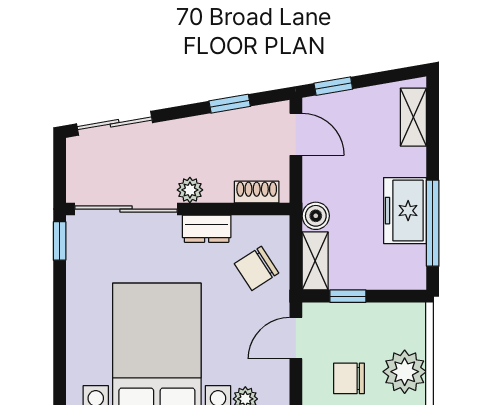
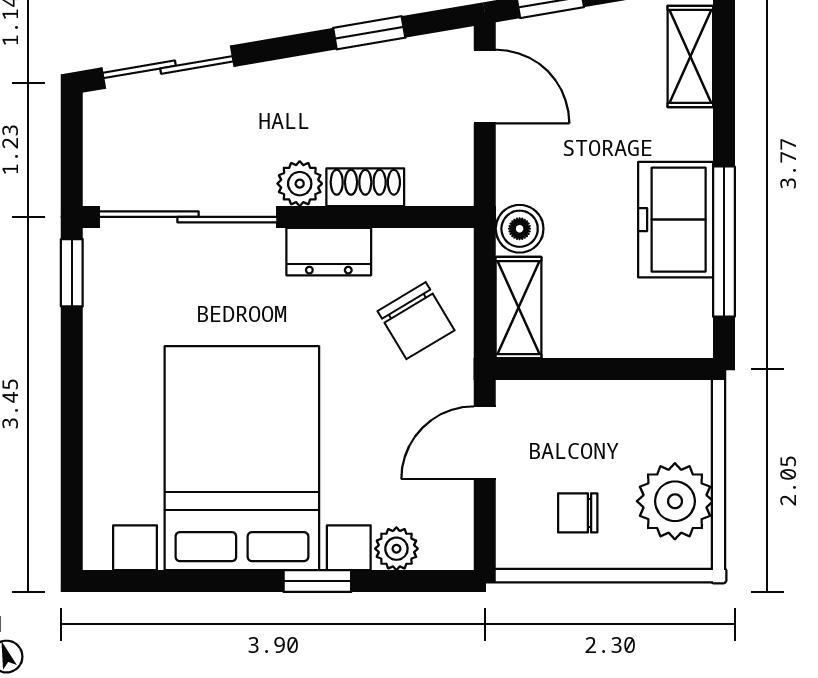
shoe rack: (257, 192) -> (365, 187), moved
chair: (257, 268) -> (416, 321), turned -88
window: (348, 296) -> (576, 369), removed
chair: (349, 378) -> (578, 513), width x0.73, depth x0.73

